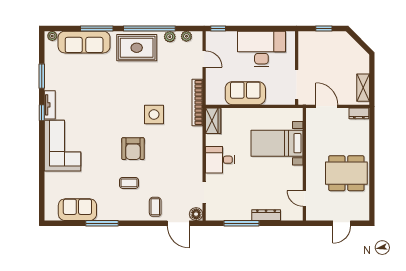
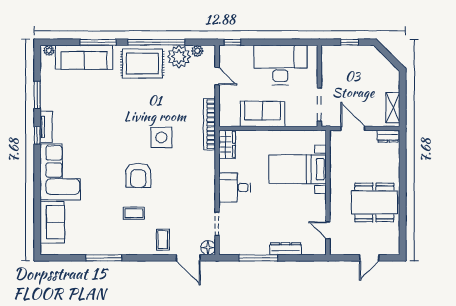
plant: (170, 37) -> (179, 57), width x1.88, depth x1.88
sofa: (77, 210) -> (52, 222), moved, turned 90

